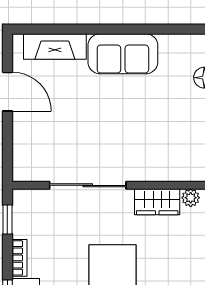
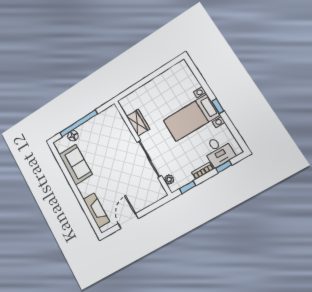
sofa: (123, 54) -> (75, 165), moved
plant: (191, 198) -> (169, 179), moved

